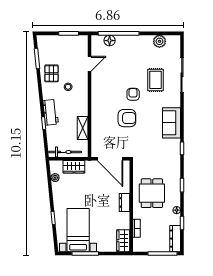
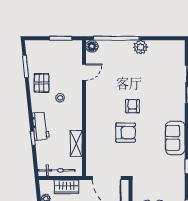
floor lamp: (110, 41) -> (92, 46), moved
plant: (159, 41) -> (141, 47), moved
rug: (155, 80) -> (157, 90), removed

